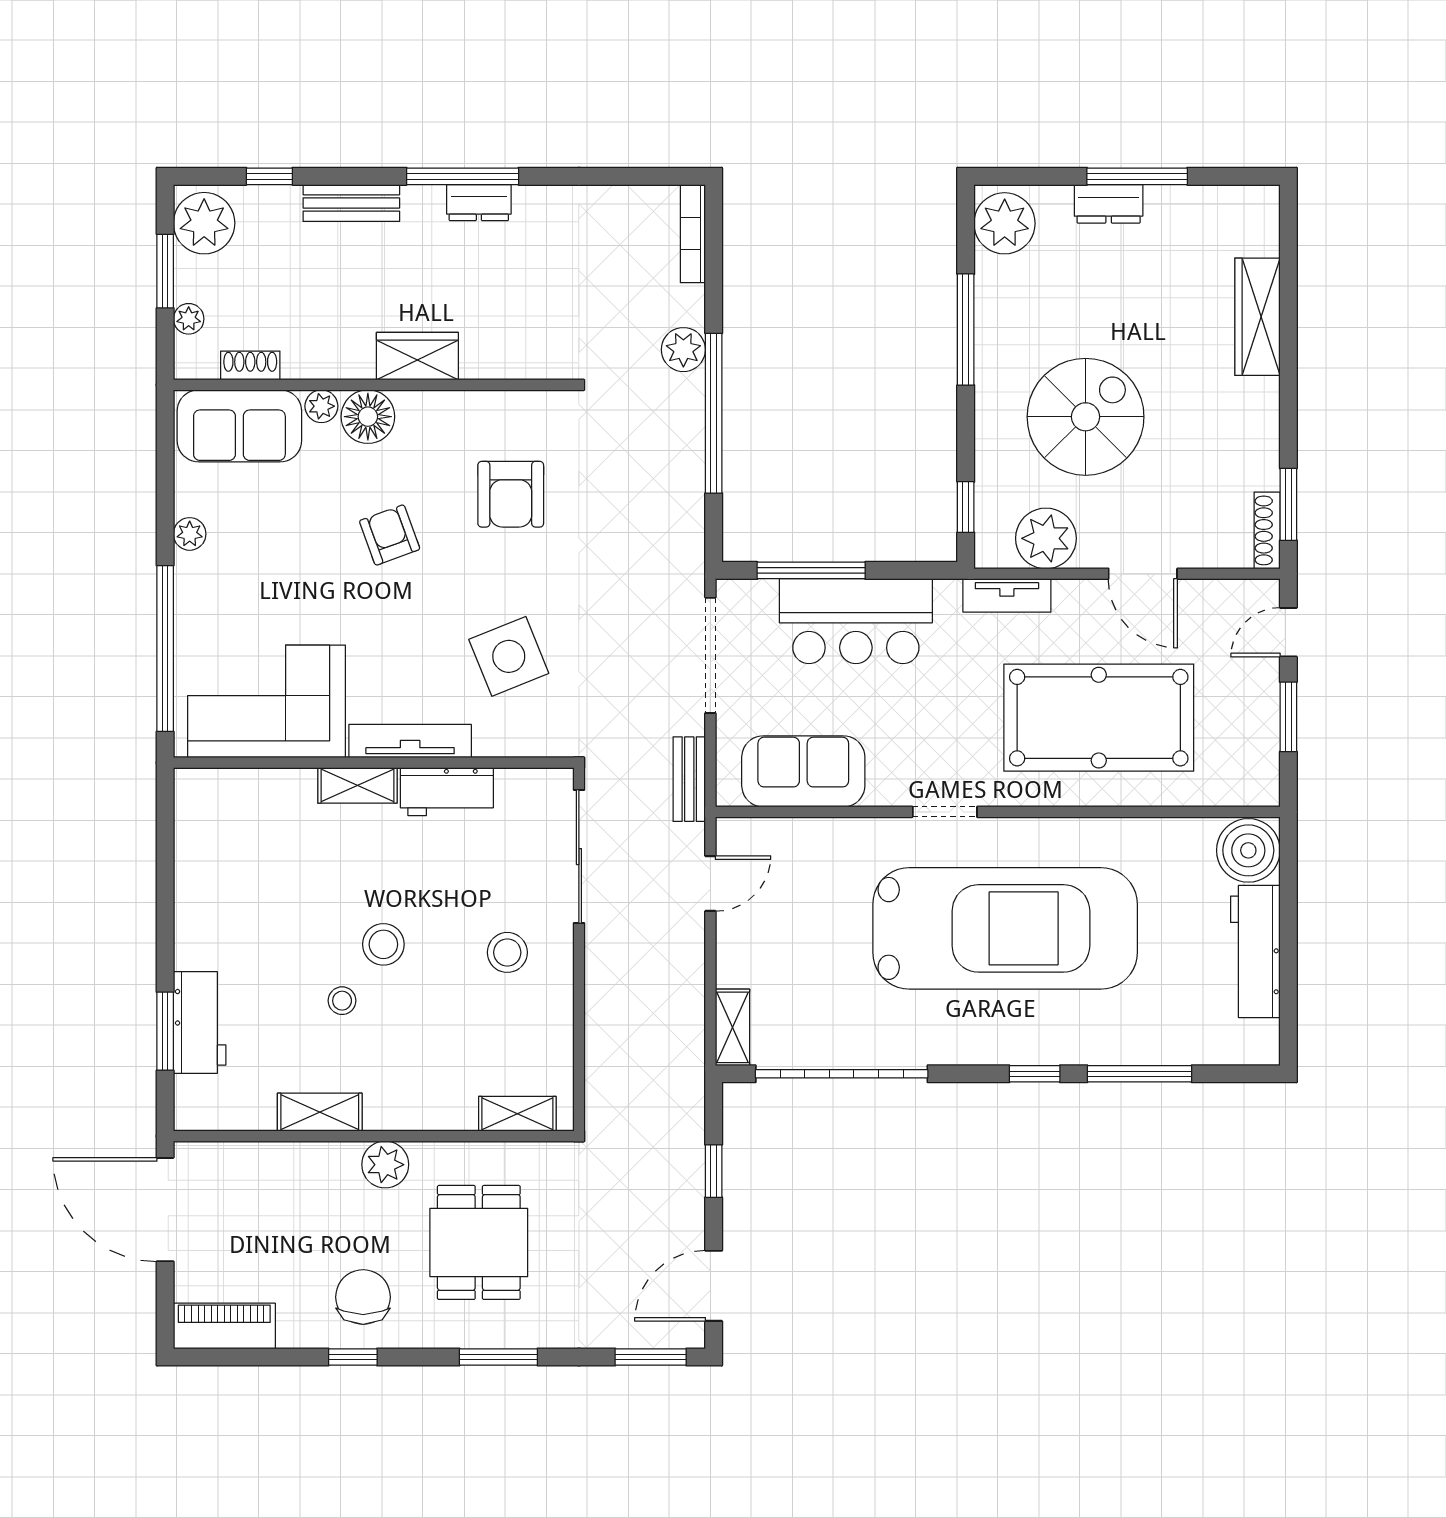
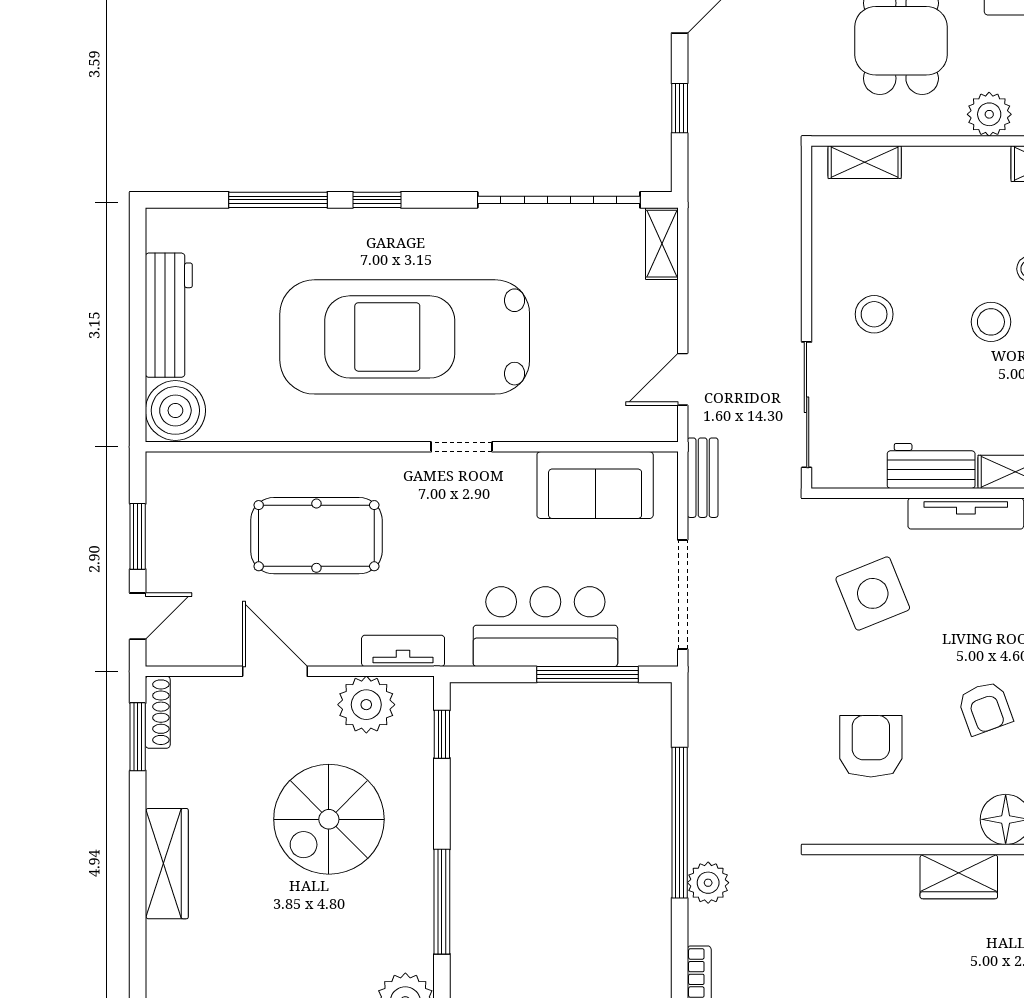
wardrobe: (1257, 317) -> (167, 864), moved
pool table: (1099, 718) -> (316, 536), width x0.73, depth x0.76

